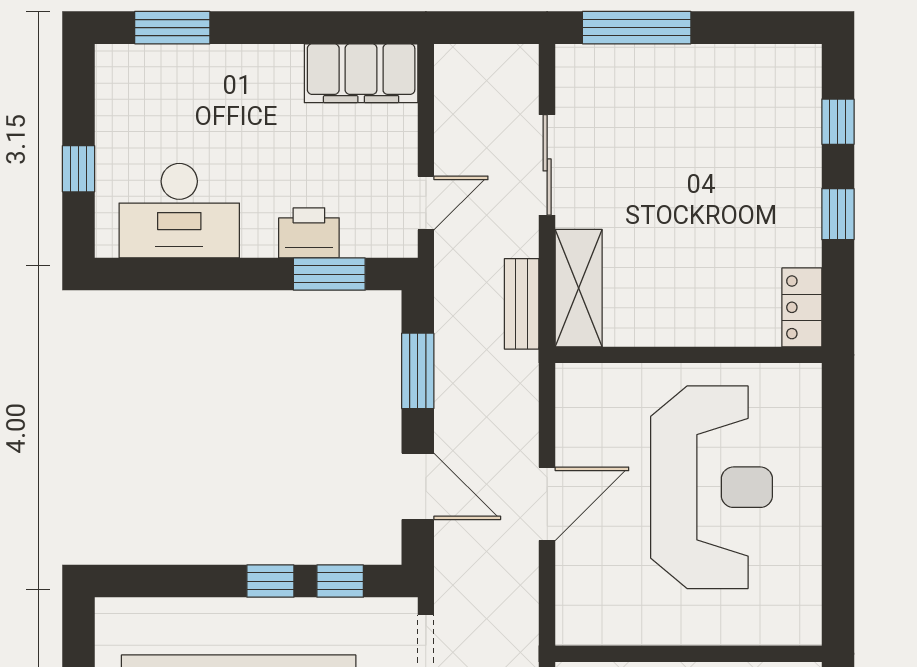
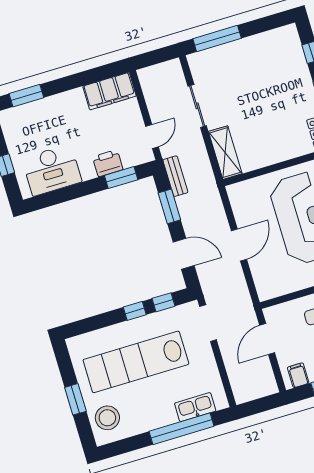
bench: (522, 304) -> (175, 176), moved

